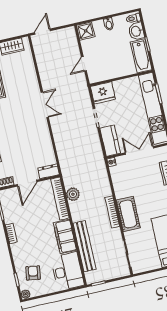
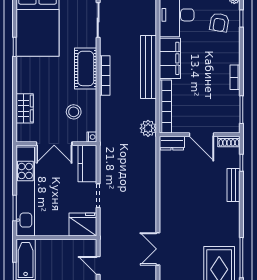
door: (84, 64) -> (98, 265), swing flipped
double door: (45, 105) -> (158, 249), moved
stool: (130, 178) -> (74, 112), added
door: (27, 183) -> (201, 135), swing flipped
plant: (73, 194) -> (148, 128), moved
bench: (84, 246) -> (148, 67), moved

